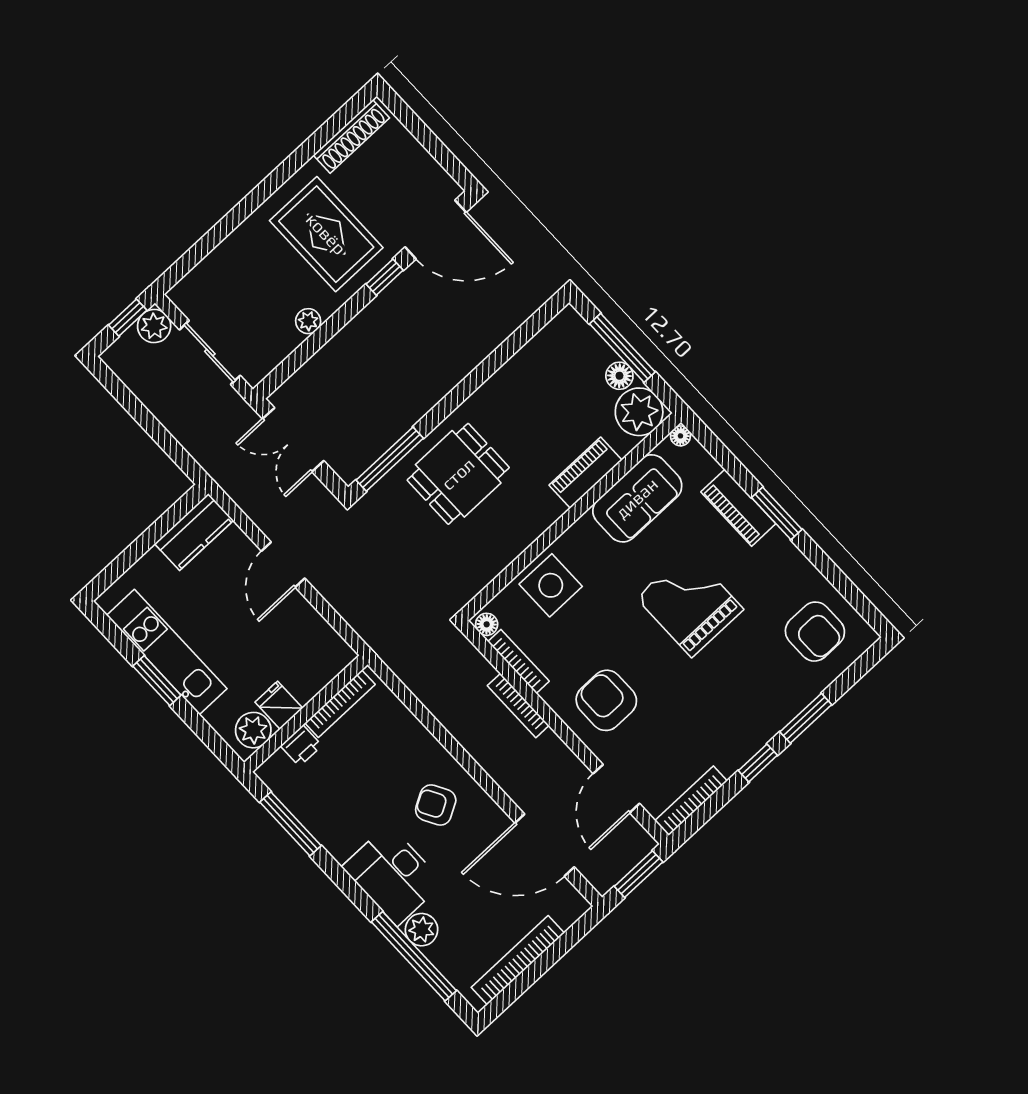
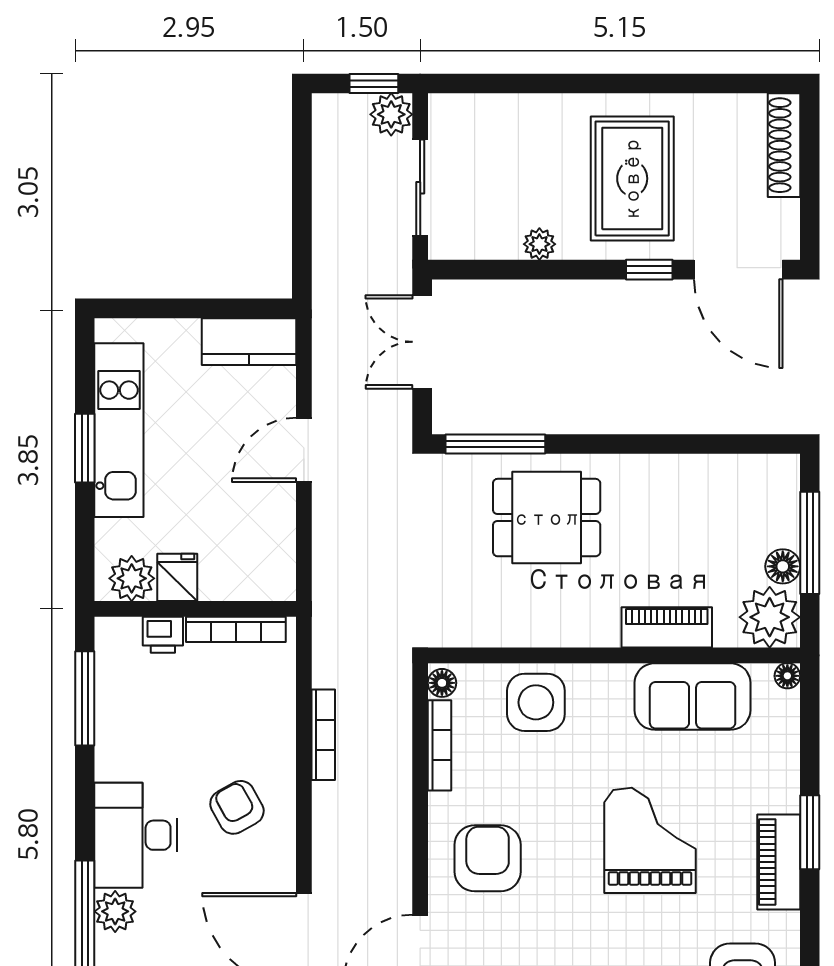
shoe rack: (351, 137) -> (784, 145), moved, turned 90
piano: (738, 508) -> (779, 862), moved
bookcase: (518, 706) -> (323, 735), moved, turned 180

